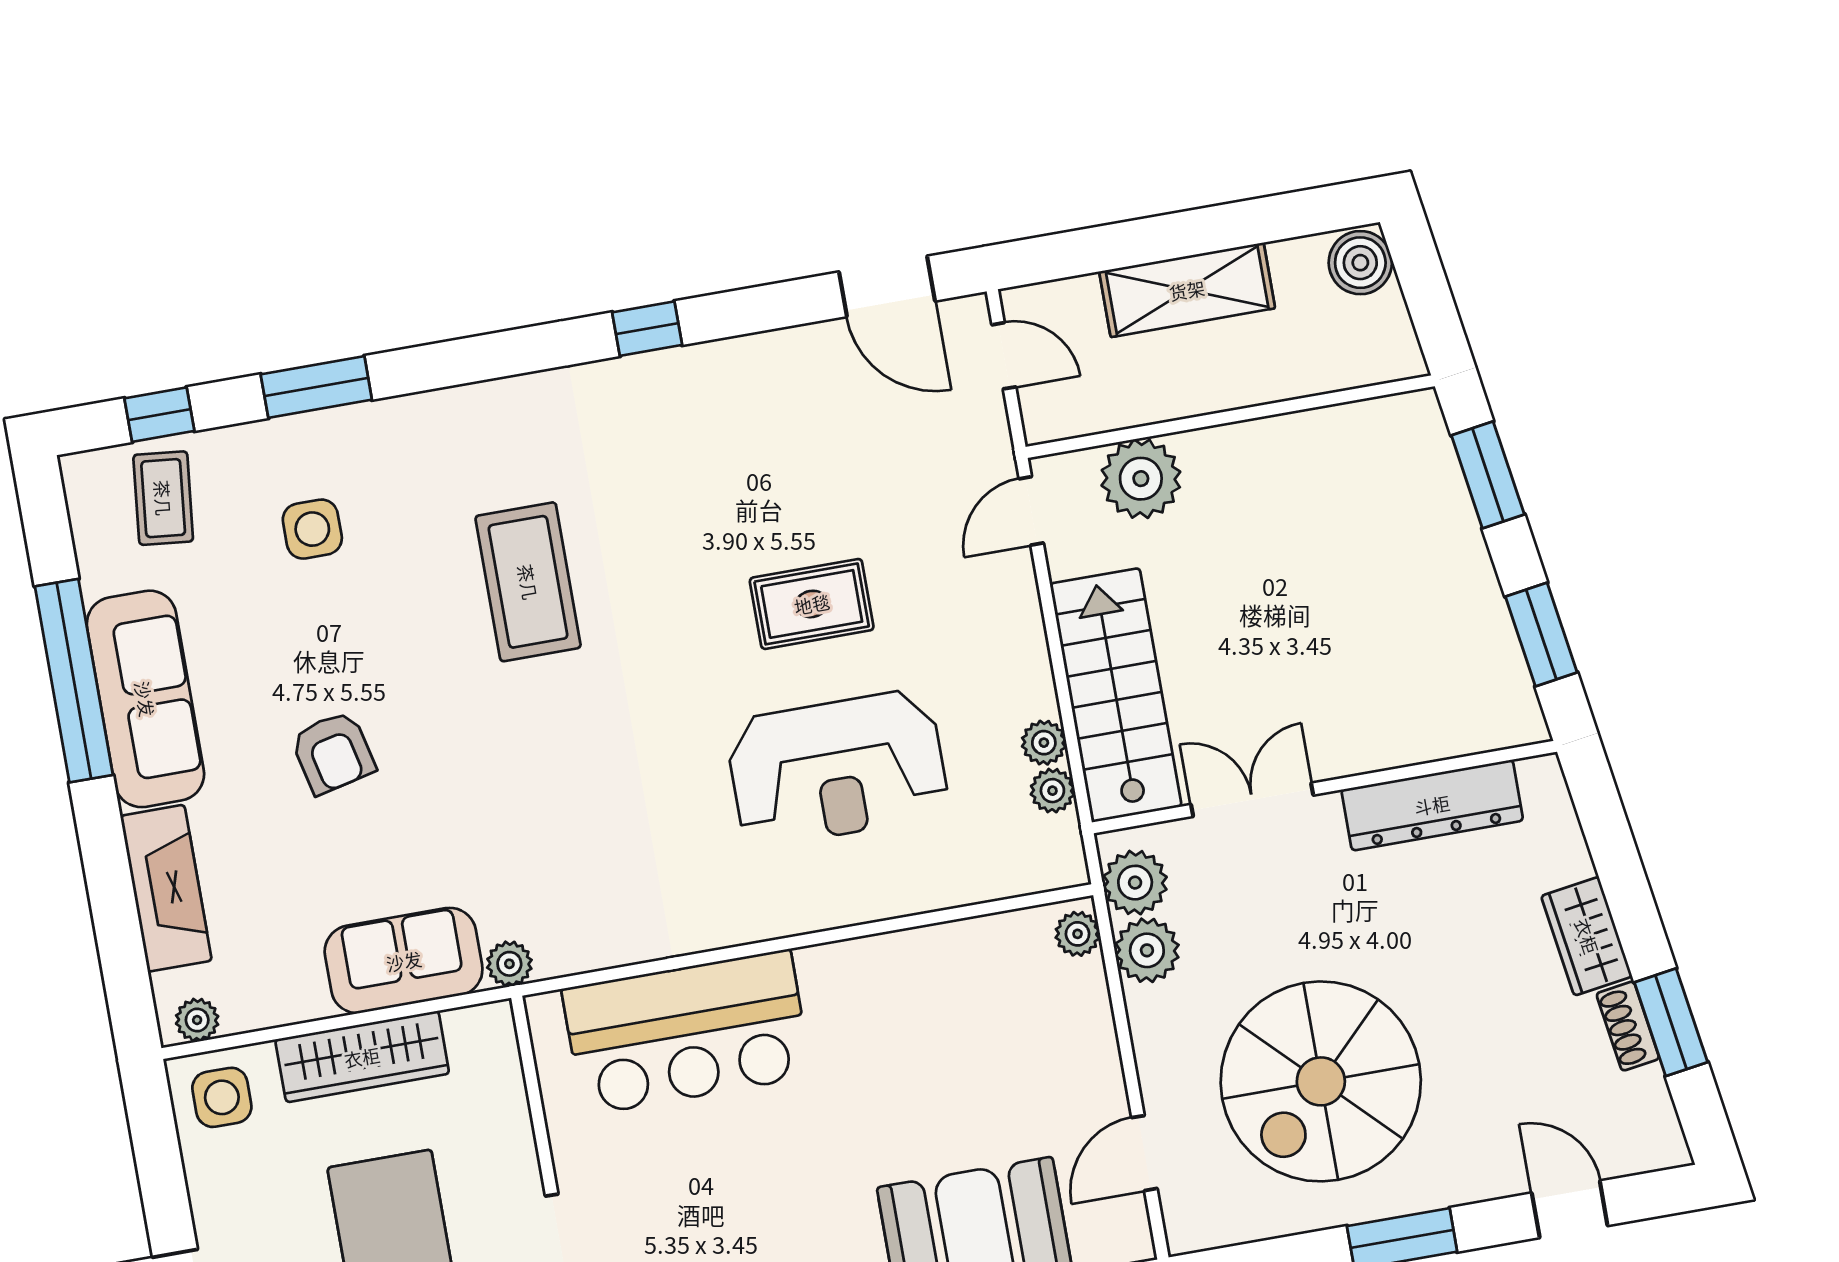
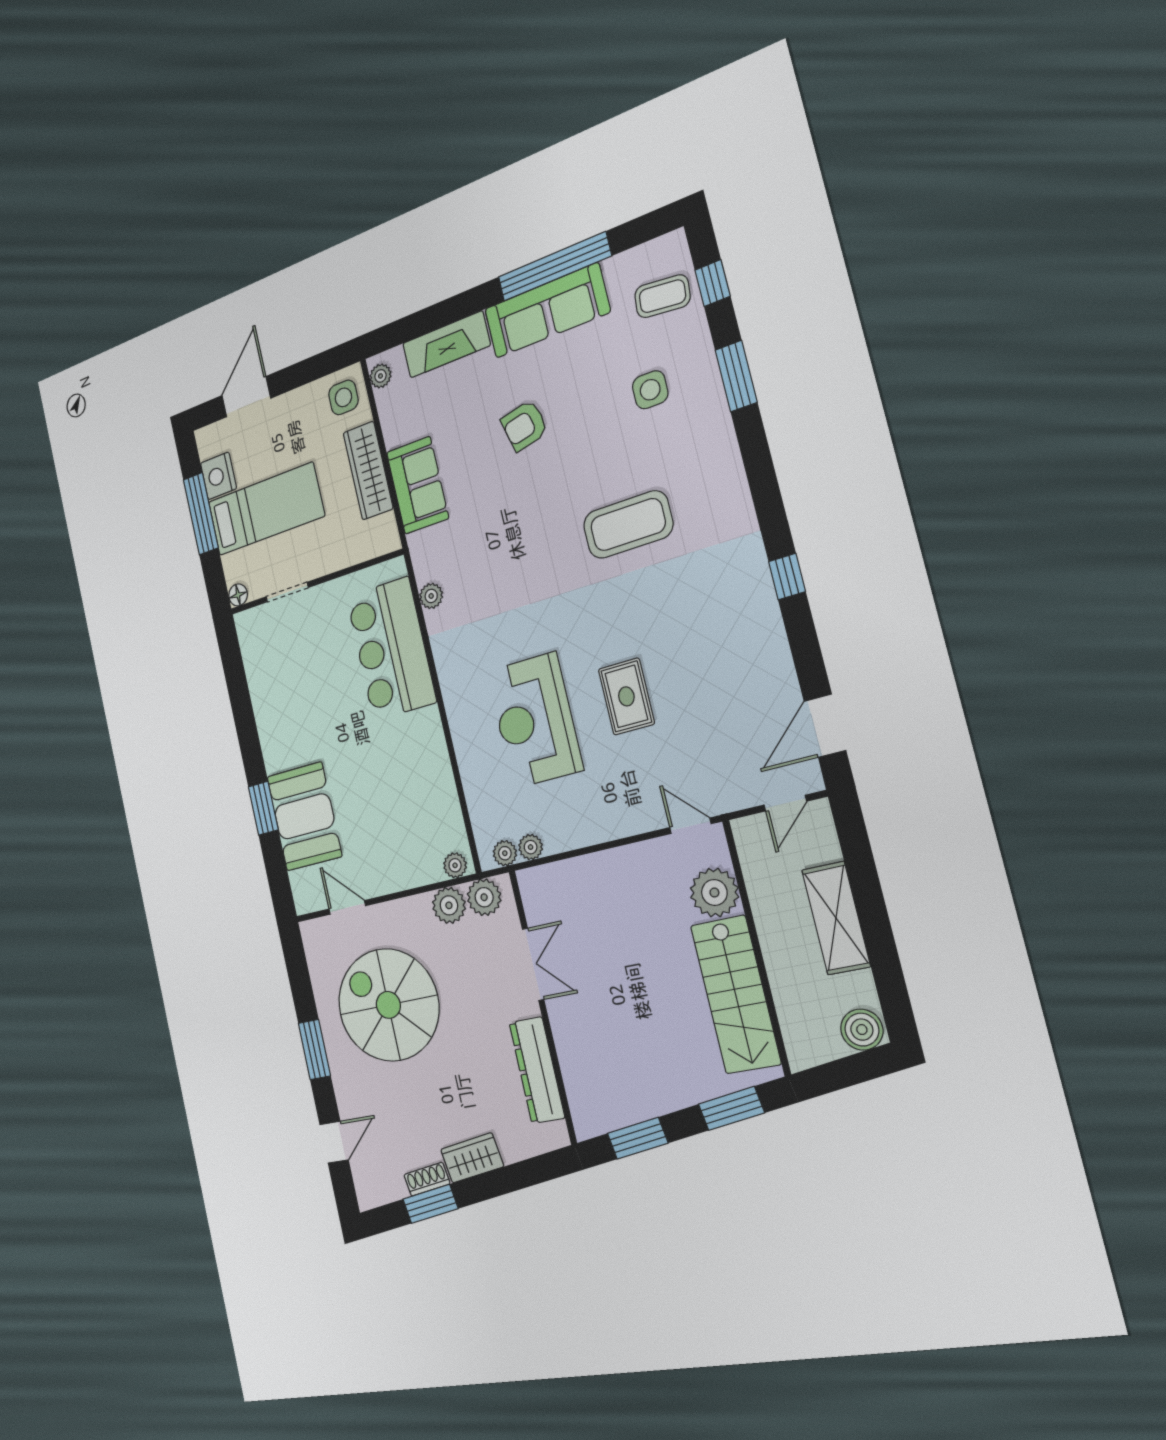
stairs: (1116, 695) -> (736, 994), moved, turned 90
plant: (1044, 743) -> (505, 853), moved
plant: (509, 964) -> (431, 596), moved

